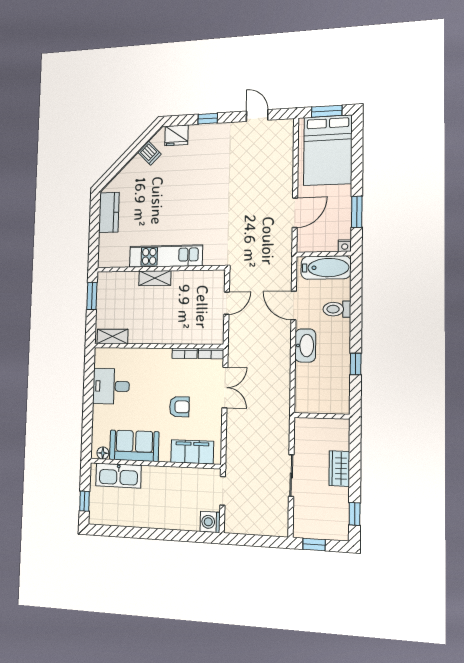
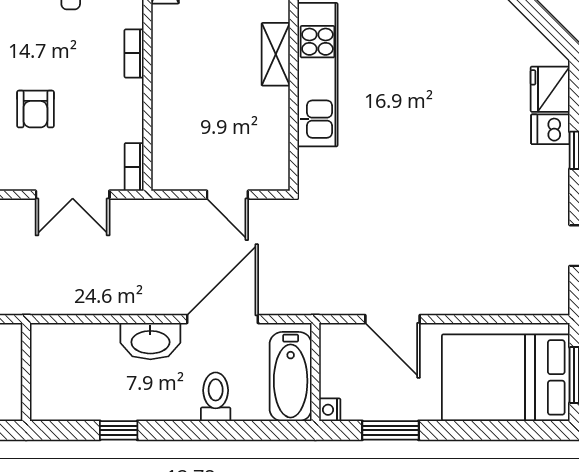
dishwasher: (150, 153) -> (550, 129), moved, turned 45
door: (294, 305) -> (223, 319), width x1.36
bookcase: (185, 353) -> (134, 53), moved

